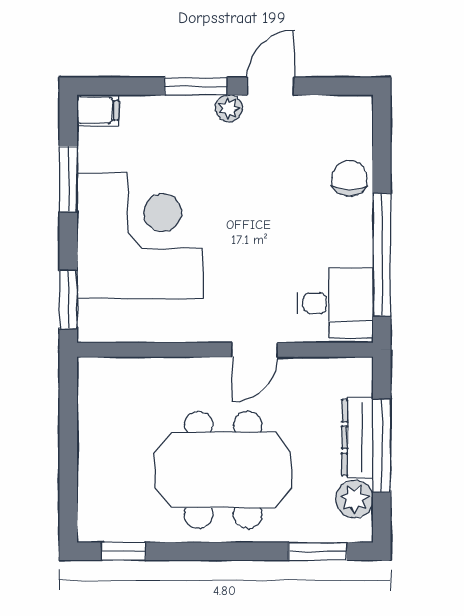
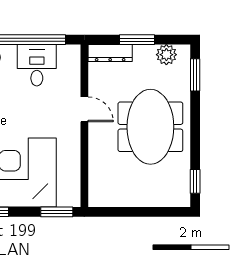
desk: (335, 303) -> (37, 65), moved
dresser: (357, 438) -> (110, 53), moved
window: (382, 446) -> (137, 40), width x0.69

